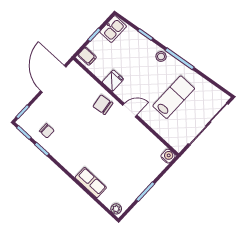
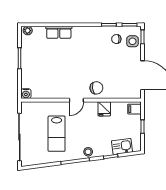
kitchen sink: (113, 29) -> (122, 146), moved, turned 82
side table: (35, 116) -> (133, 41), added

